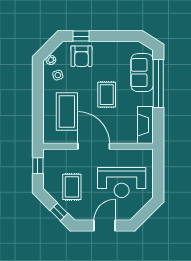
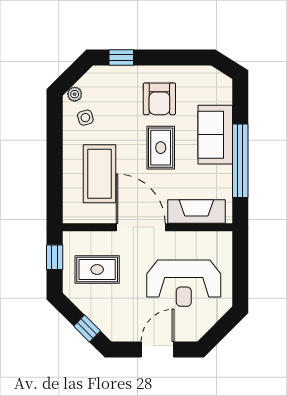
armchair: (81, 56) -> (159, 99), moved
sofa: (142, 73) -> (215, 135), moved
window: (158, 83) -> (240, 161), moved
fireplace: (145, 125) -> (196, 211), moved, turned 90
rug: (72, 187) -> (97, 270), moved, turned 90

